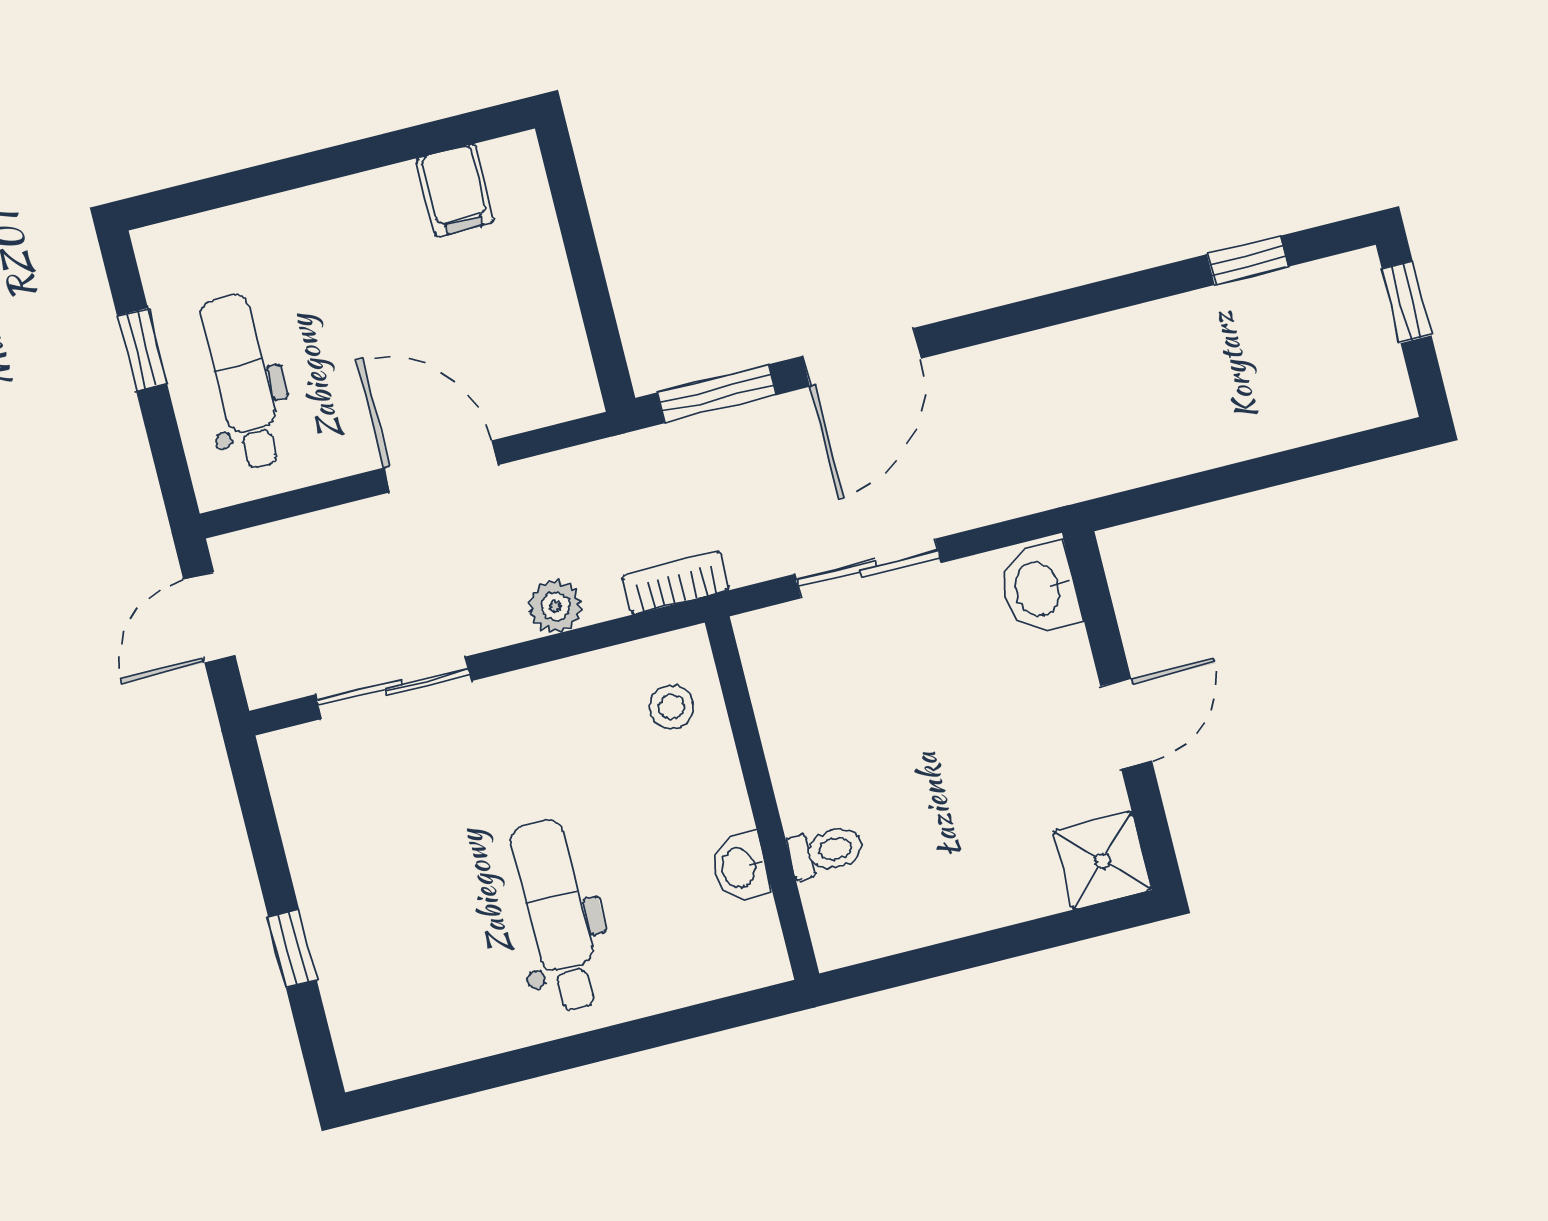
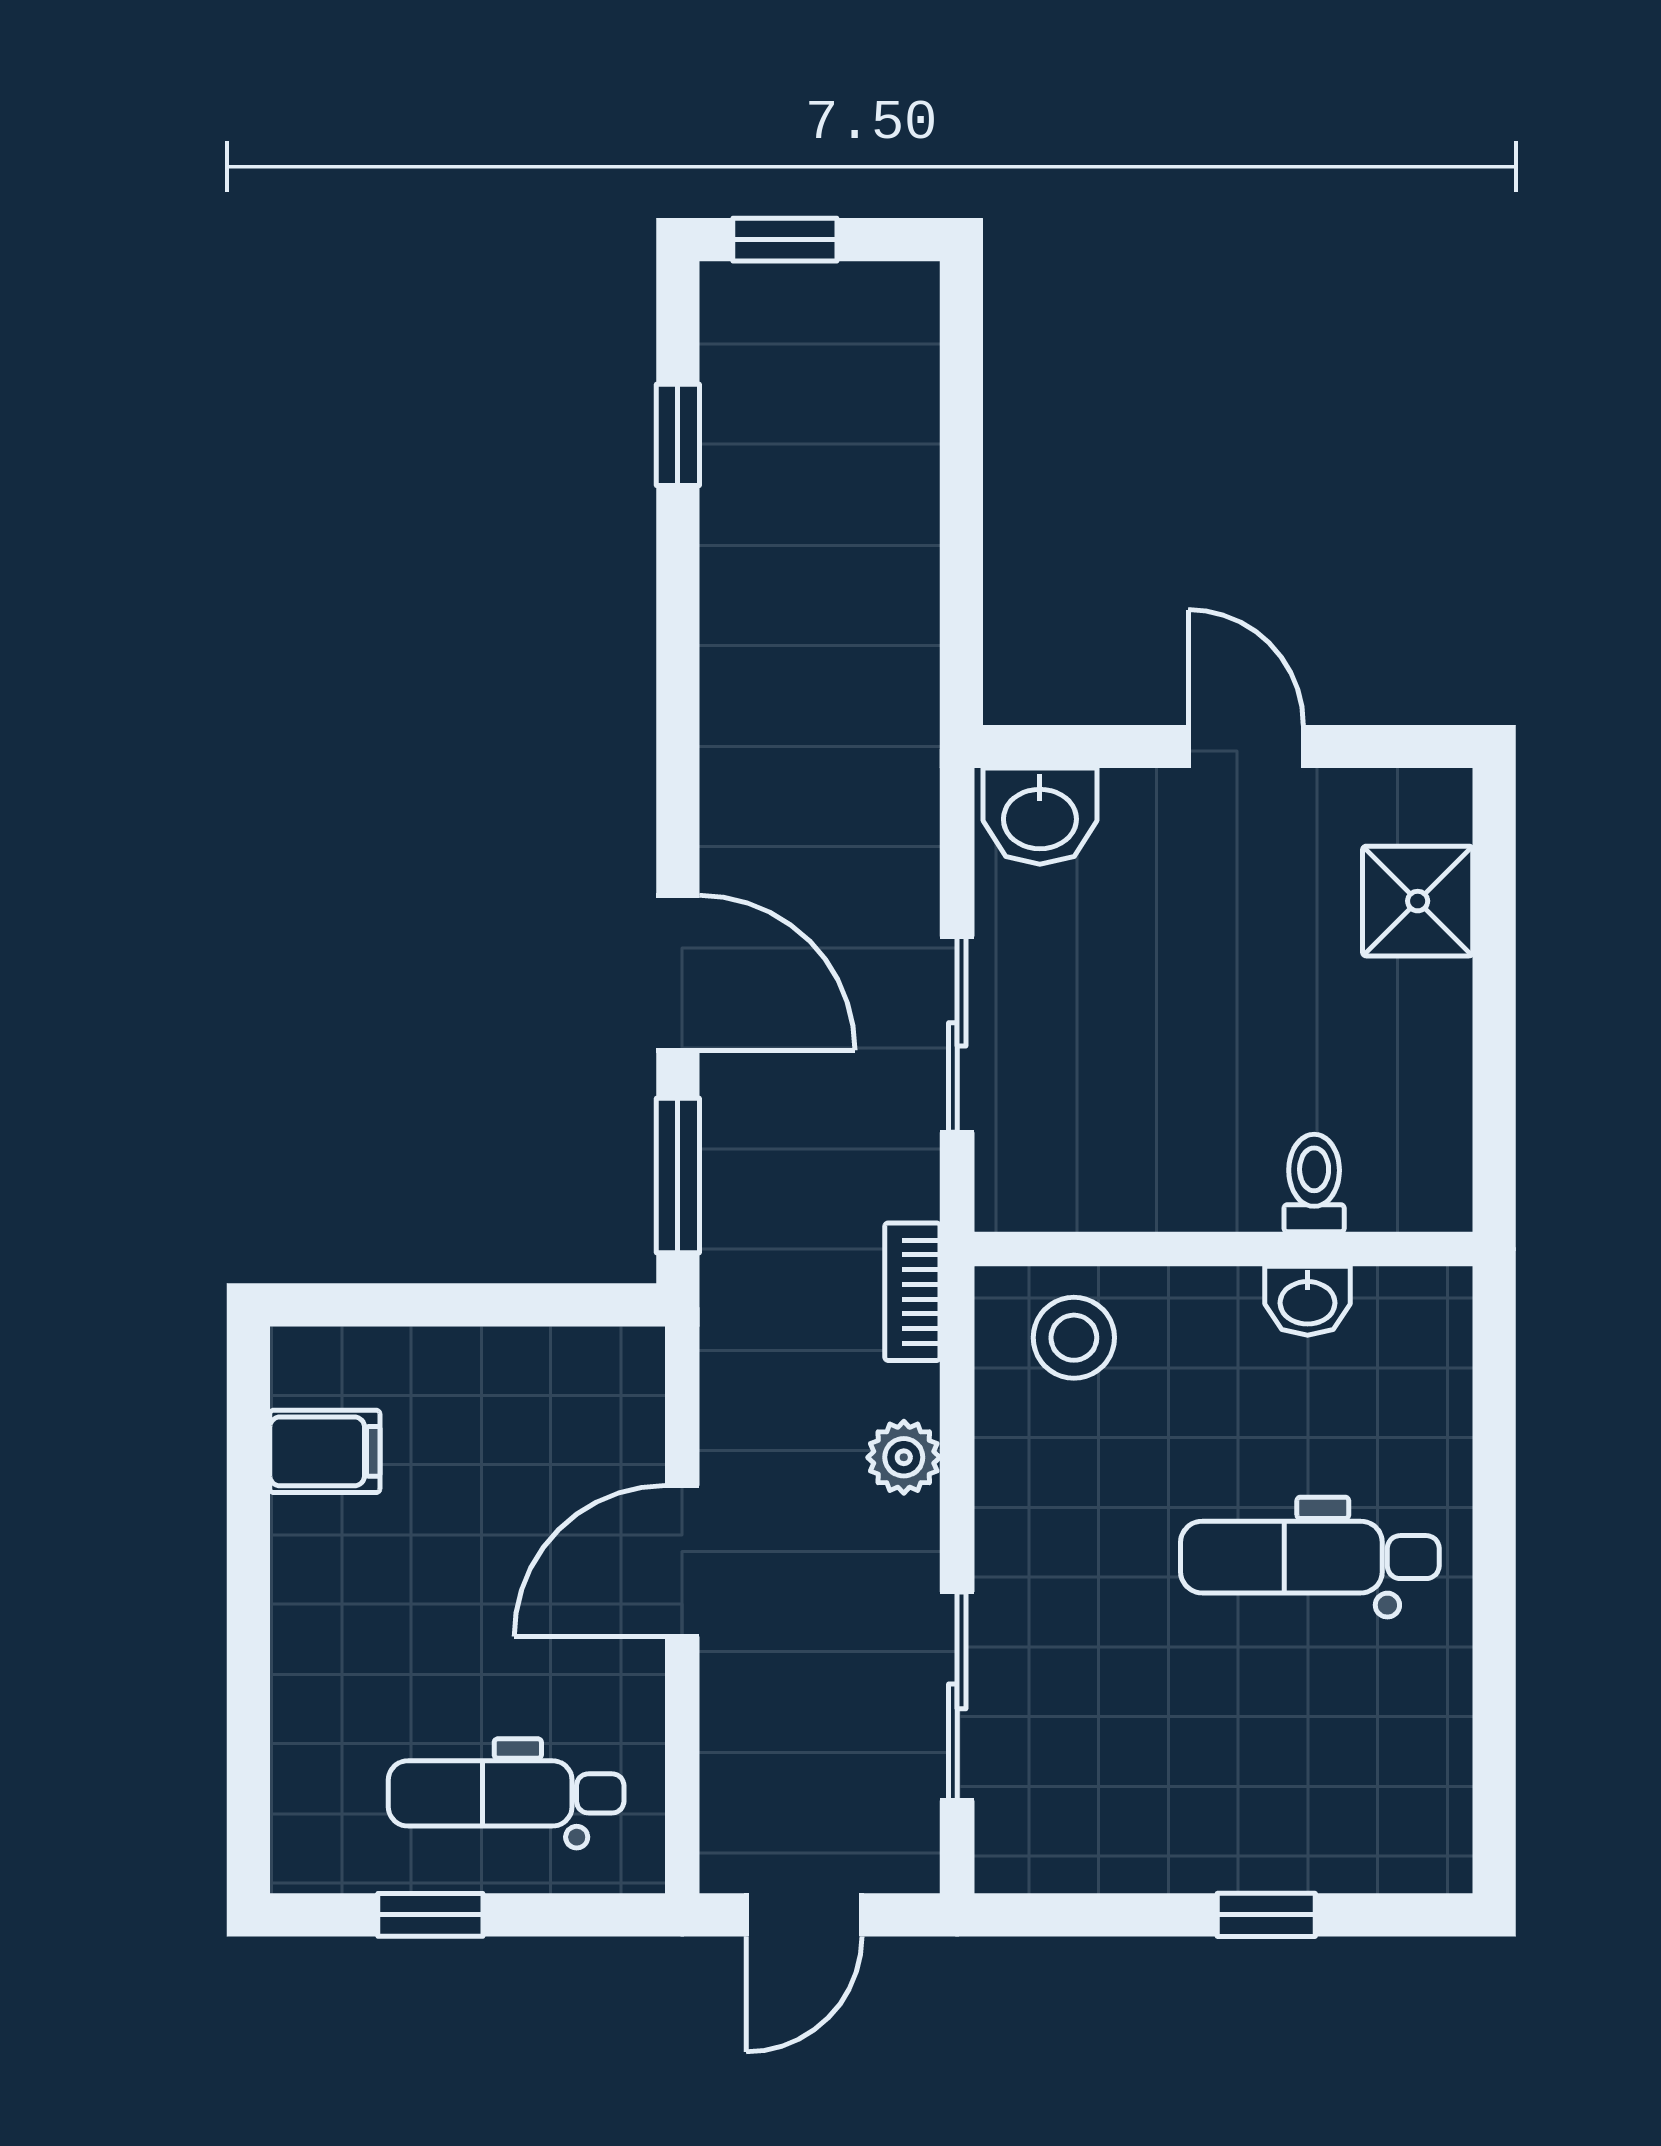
door: (209, 617) -> (804, 1915), hinge flipped
stool: (672, 707) -> (1074, 1338), width x1.37, depth x1.37
shower: (1102, 861) -> (1418, 901), moved

